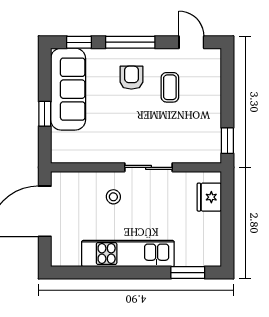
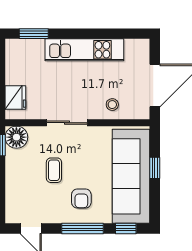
coffee table: (170, 87) -> (54, 170), moved
sofa: (68, 89) -> (131, 176), width x1.36, depth x1.27
floor lamp: (208, 150) -> (16, 137), added
stool: (113, 197) -> (112, 105), moved

